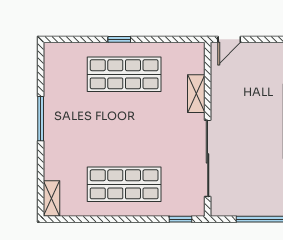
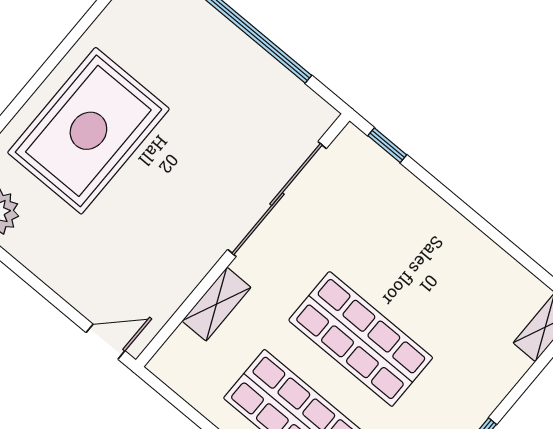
shop shelf: (124, 184) -> (361, 339), moved

